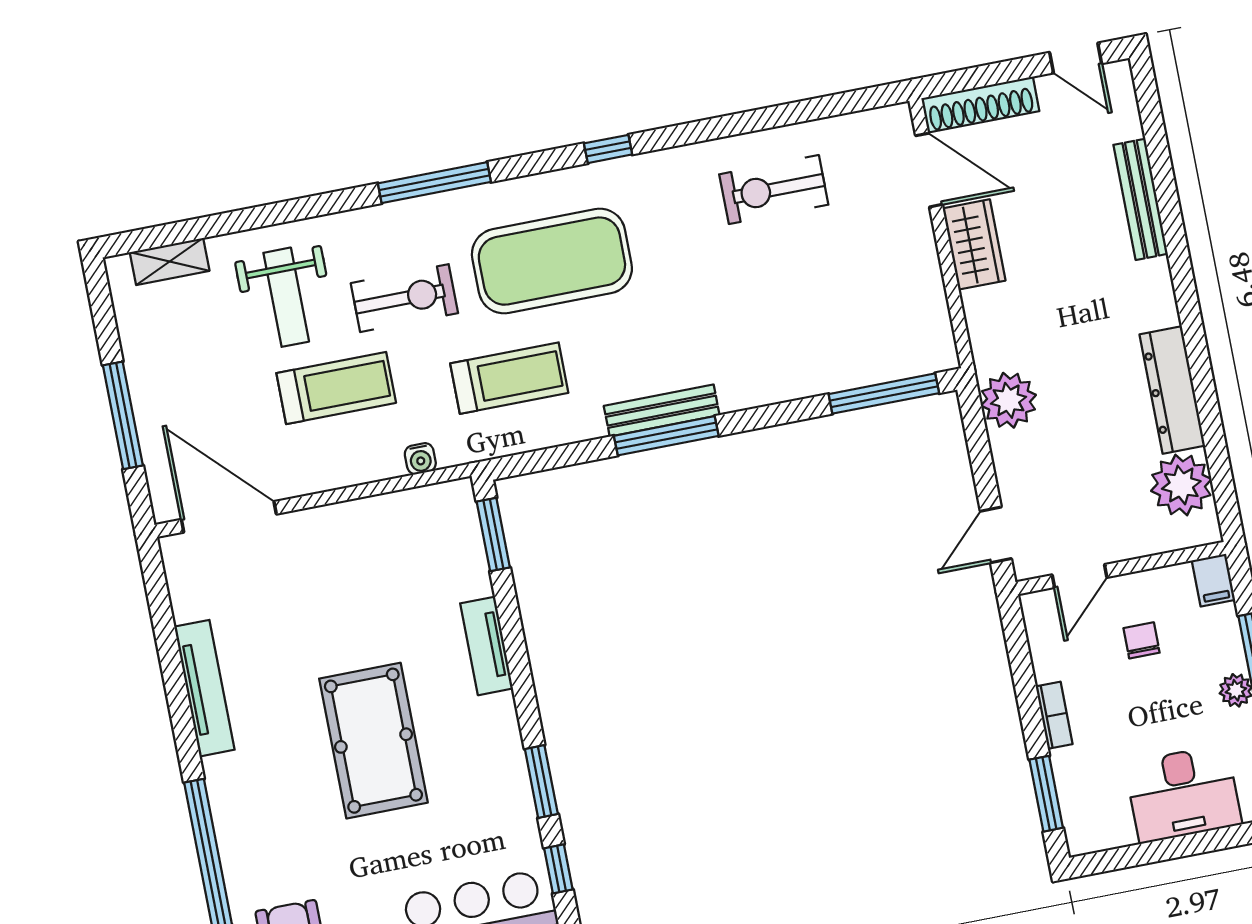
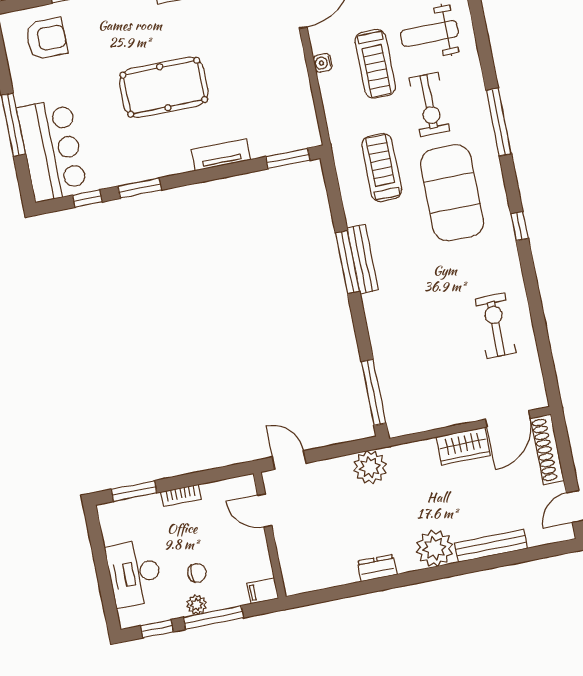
treadmill: (509, 378) -> (382, 168), turned 180
dresser: (1172, 390) -> (377, 568), width x0.51, depth x0.80
water cooler: (420, 459) -> (323, 63), moved
plant: (1181, 485) -> (435, 548), moved
chair: (1142, 640) -> (197, 573), moved

